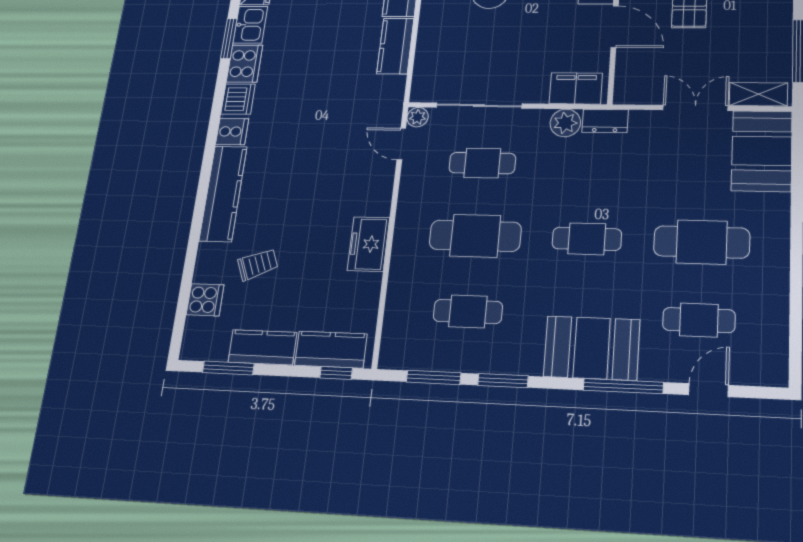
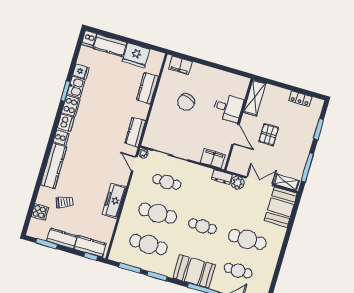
kitchen counter: (395, 46) -> (135, 132), moved
plant: (565, 123) -> (237, 183), moved
freezer: (368, 244) -> (114, 201), width x1.40
cafe table: (468, 311) -> (149, 244), width x1.37, depth x1.35

